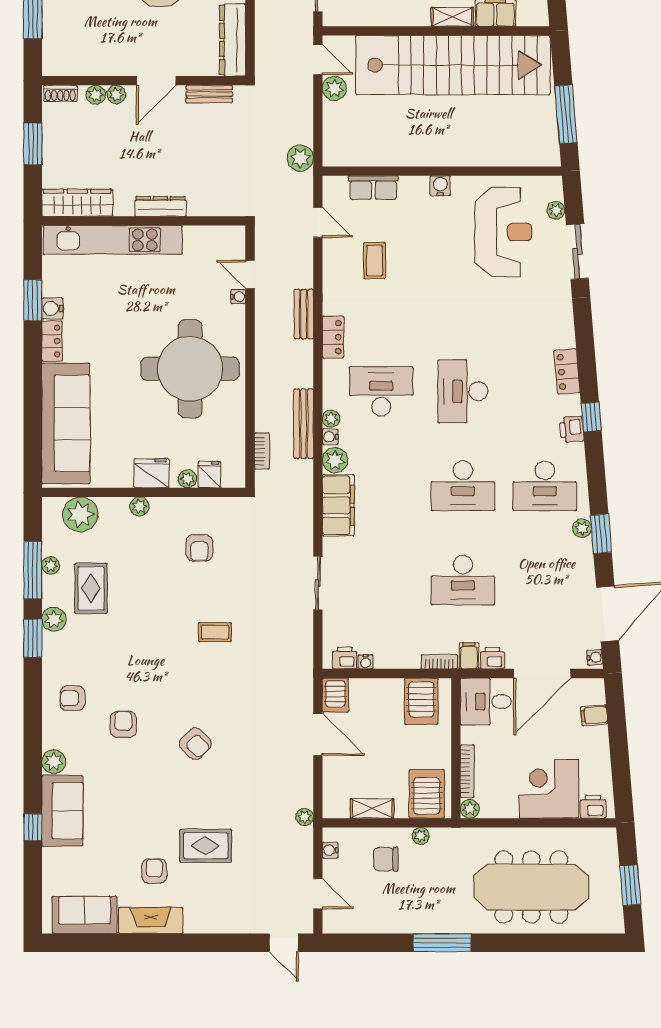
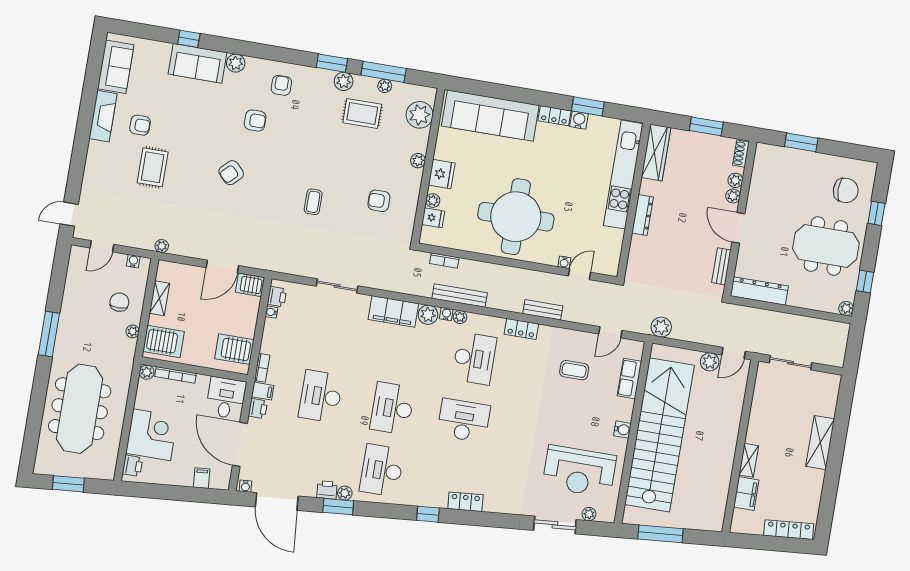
stairs: (453, 65) -> (659, 435), moved, turned 180
printer: (572, 429) -> (327, 490), moved

